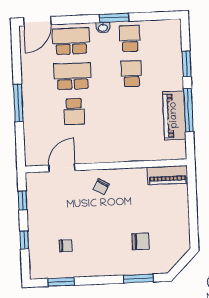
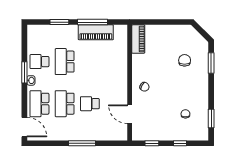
school desk: (131, 74) -> (65, 62), width x1.85
school desk: (74, 111) -> (90, 104), turned 180

